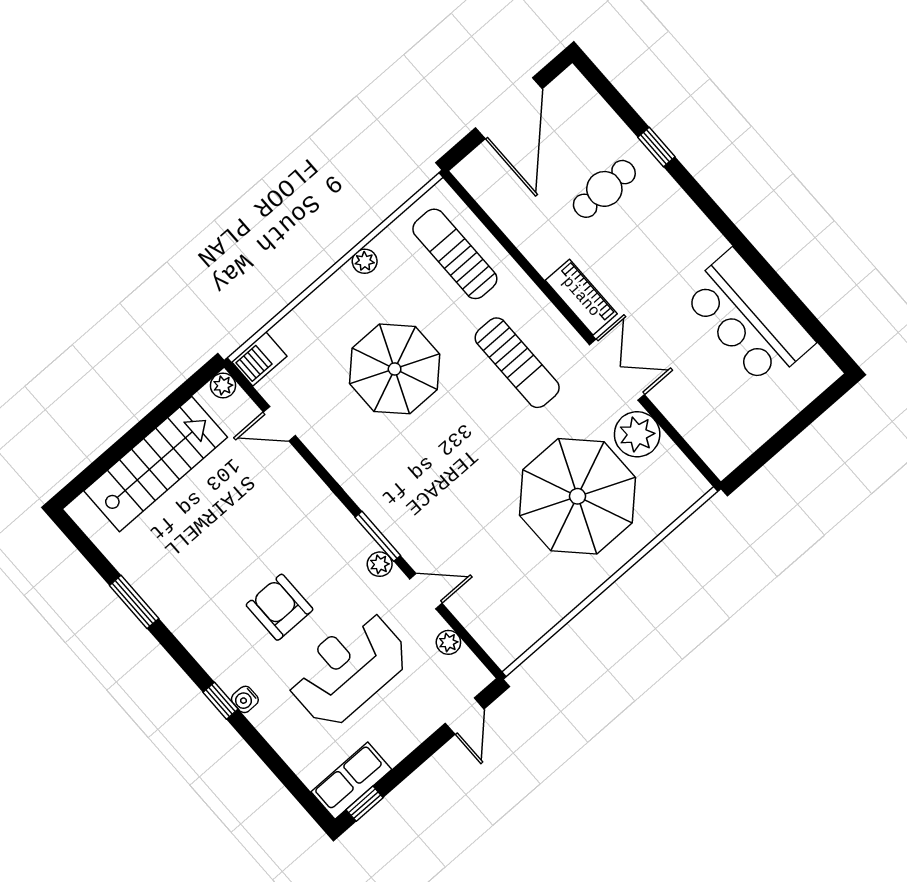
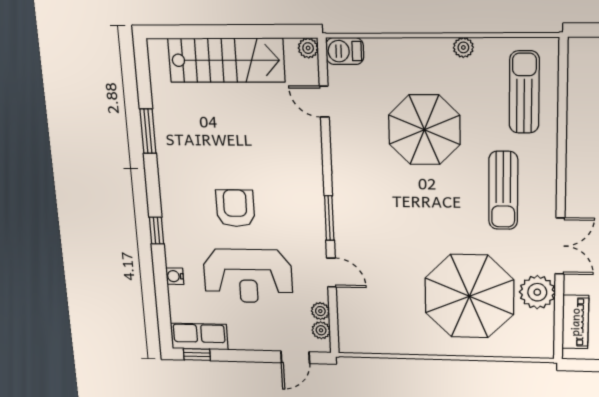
piano: (581, 297) -> (575, 322), moved
plant: (380, 564) -> (321, 330), moved
reception desk: (348, 669) -> (248, 276), turned 180
water cooler: (245, 699) -> (175, 276), moved

